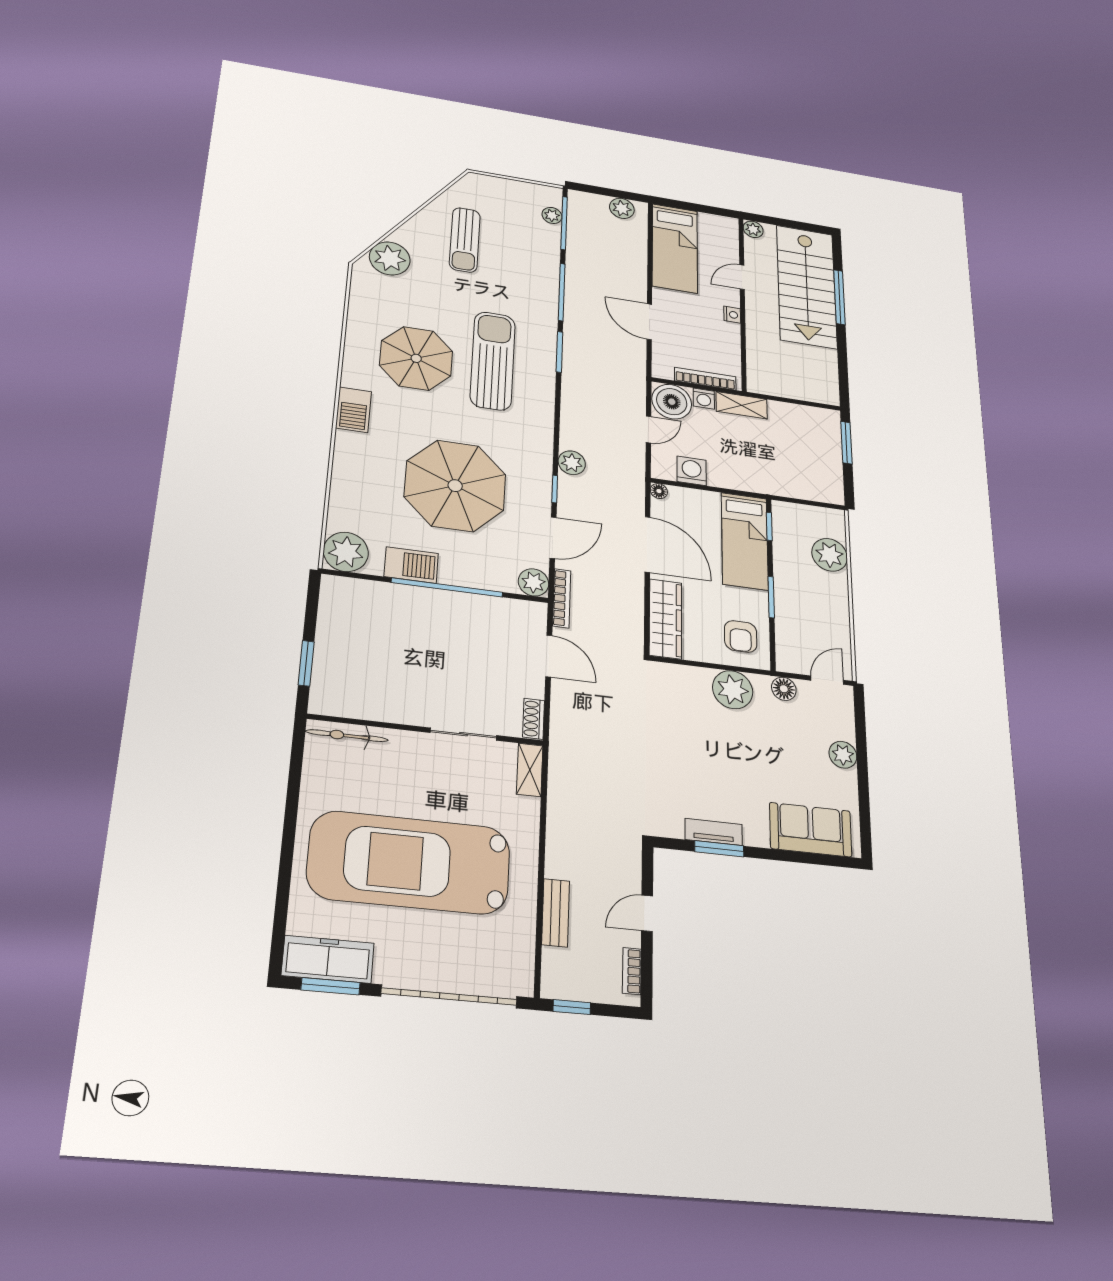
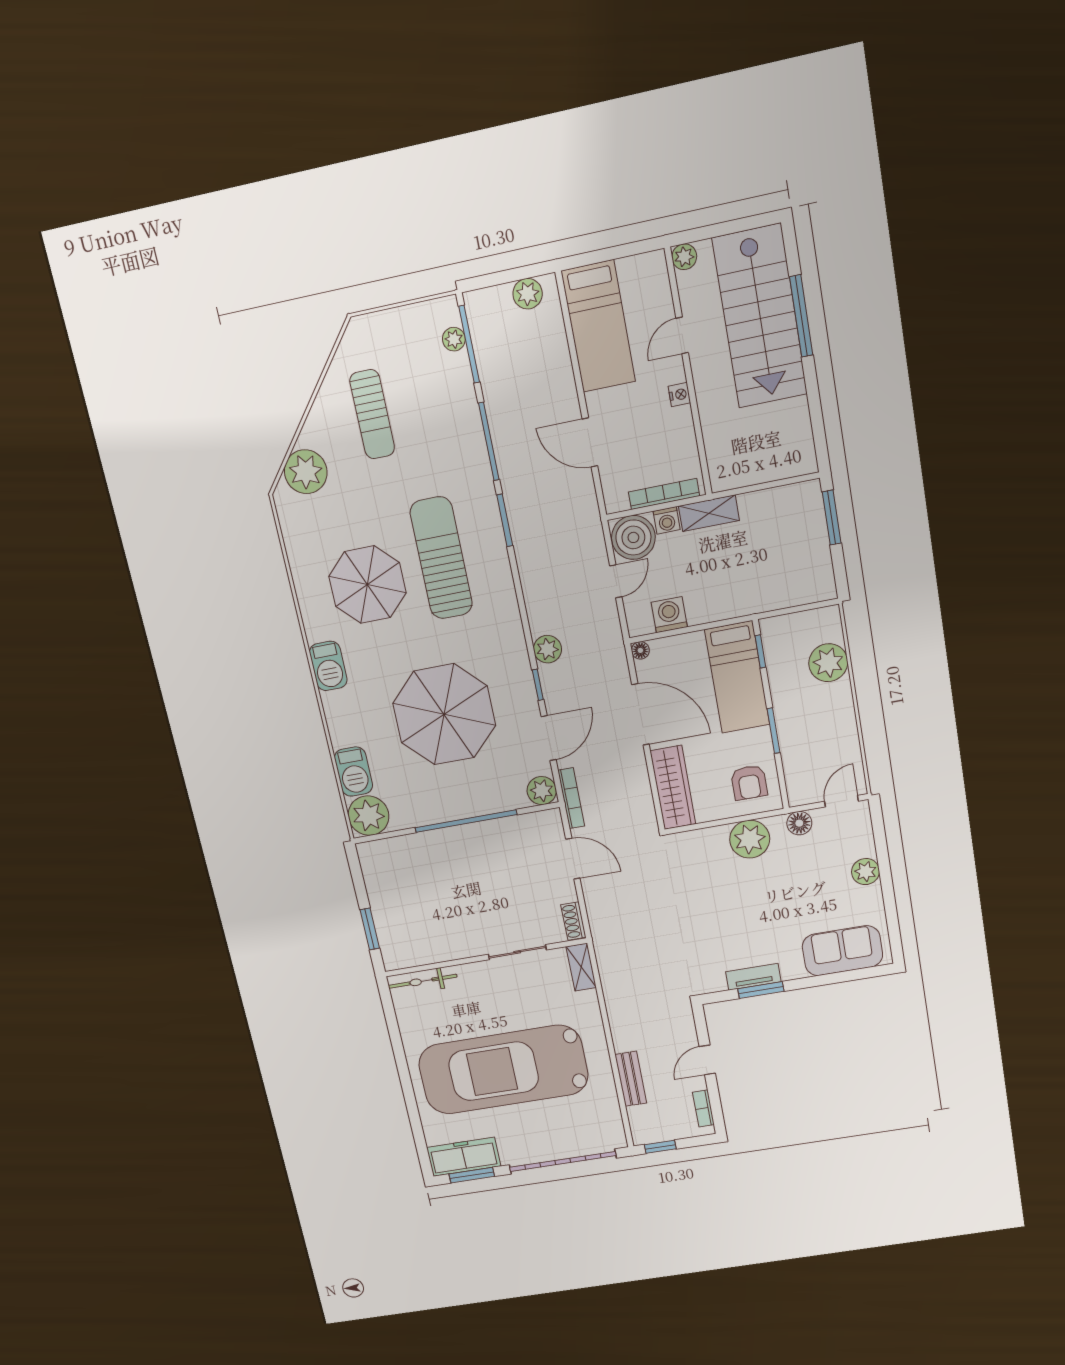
barbecue: (411, 565) -> (354, 772), moved, turned 90

